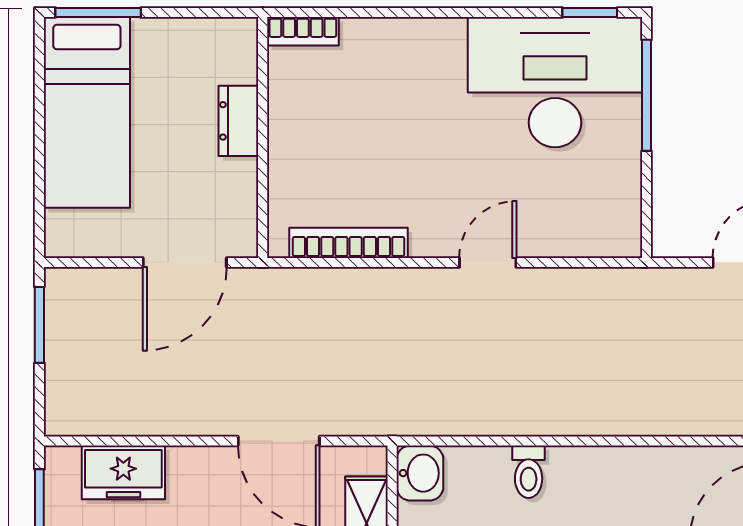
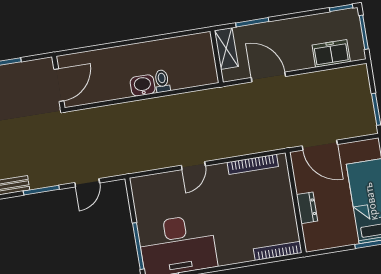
bookcase: (303, 31) -> (278, 251), width x1.56
door: (185, 262) -> (320, 145), swing flipped
washbasin: (420, 473) -> (143, 85), moved, turned 90

